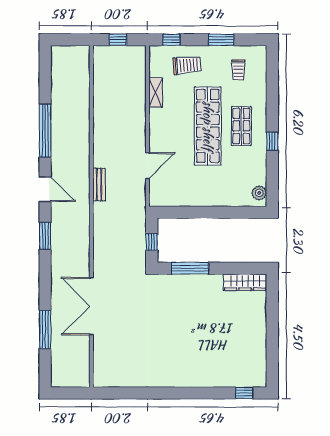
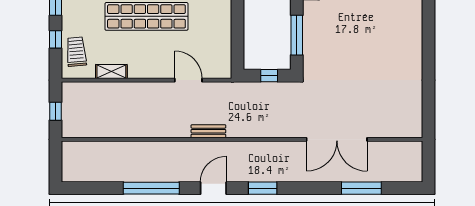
window: (172, 40) -> (55, 39), moved
trolley: (187, 65) -> (76, 52), moved

